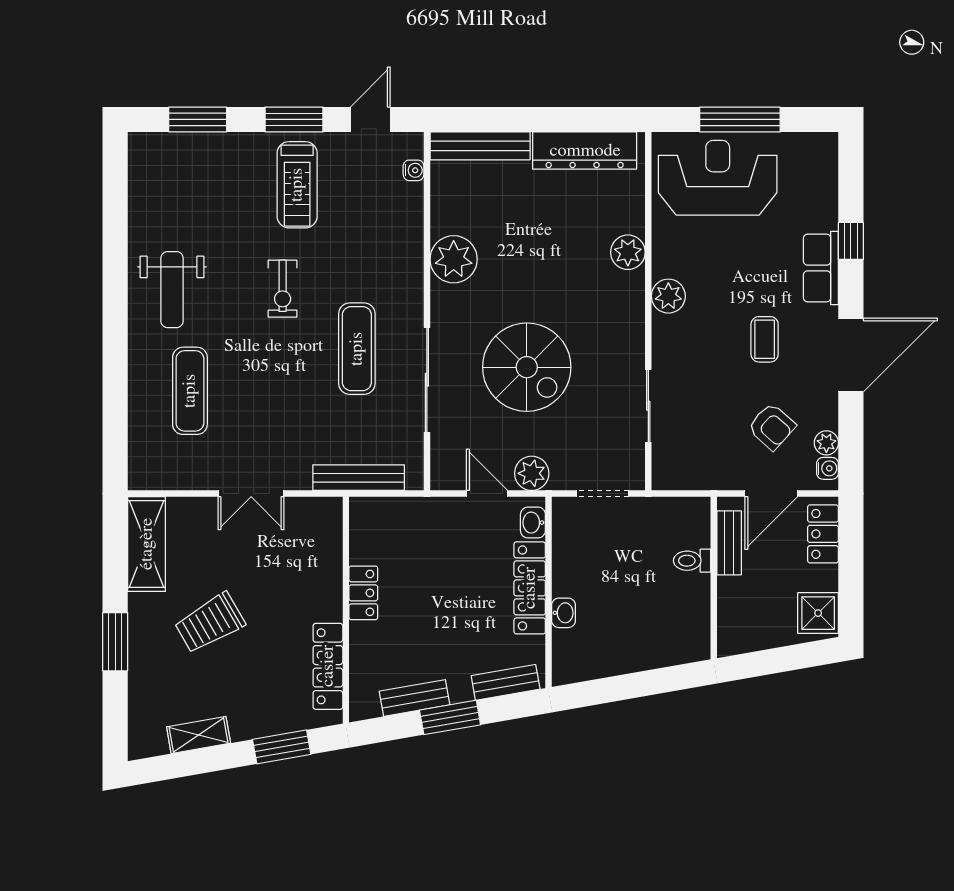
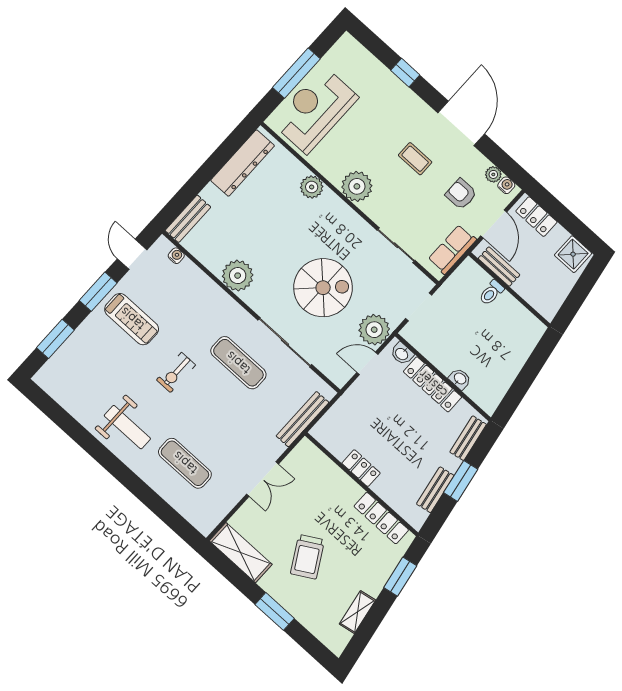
bench: (480, 146) -> (188, 219), width x0.73
row of seats: (821, 268) -> (452, 249), moved, turned 90
exercise bike: (283, 289) -> (176, 372), turned 90
plant: (668, 296) -> (357, 186), width x1.36, depth x1.36
armchair: (772, 427) -> (461, 194), turned -132
plant: (532, 473) -> (374, 330), width x1.36, depth x1.36

